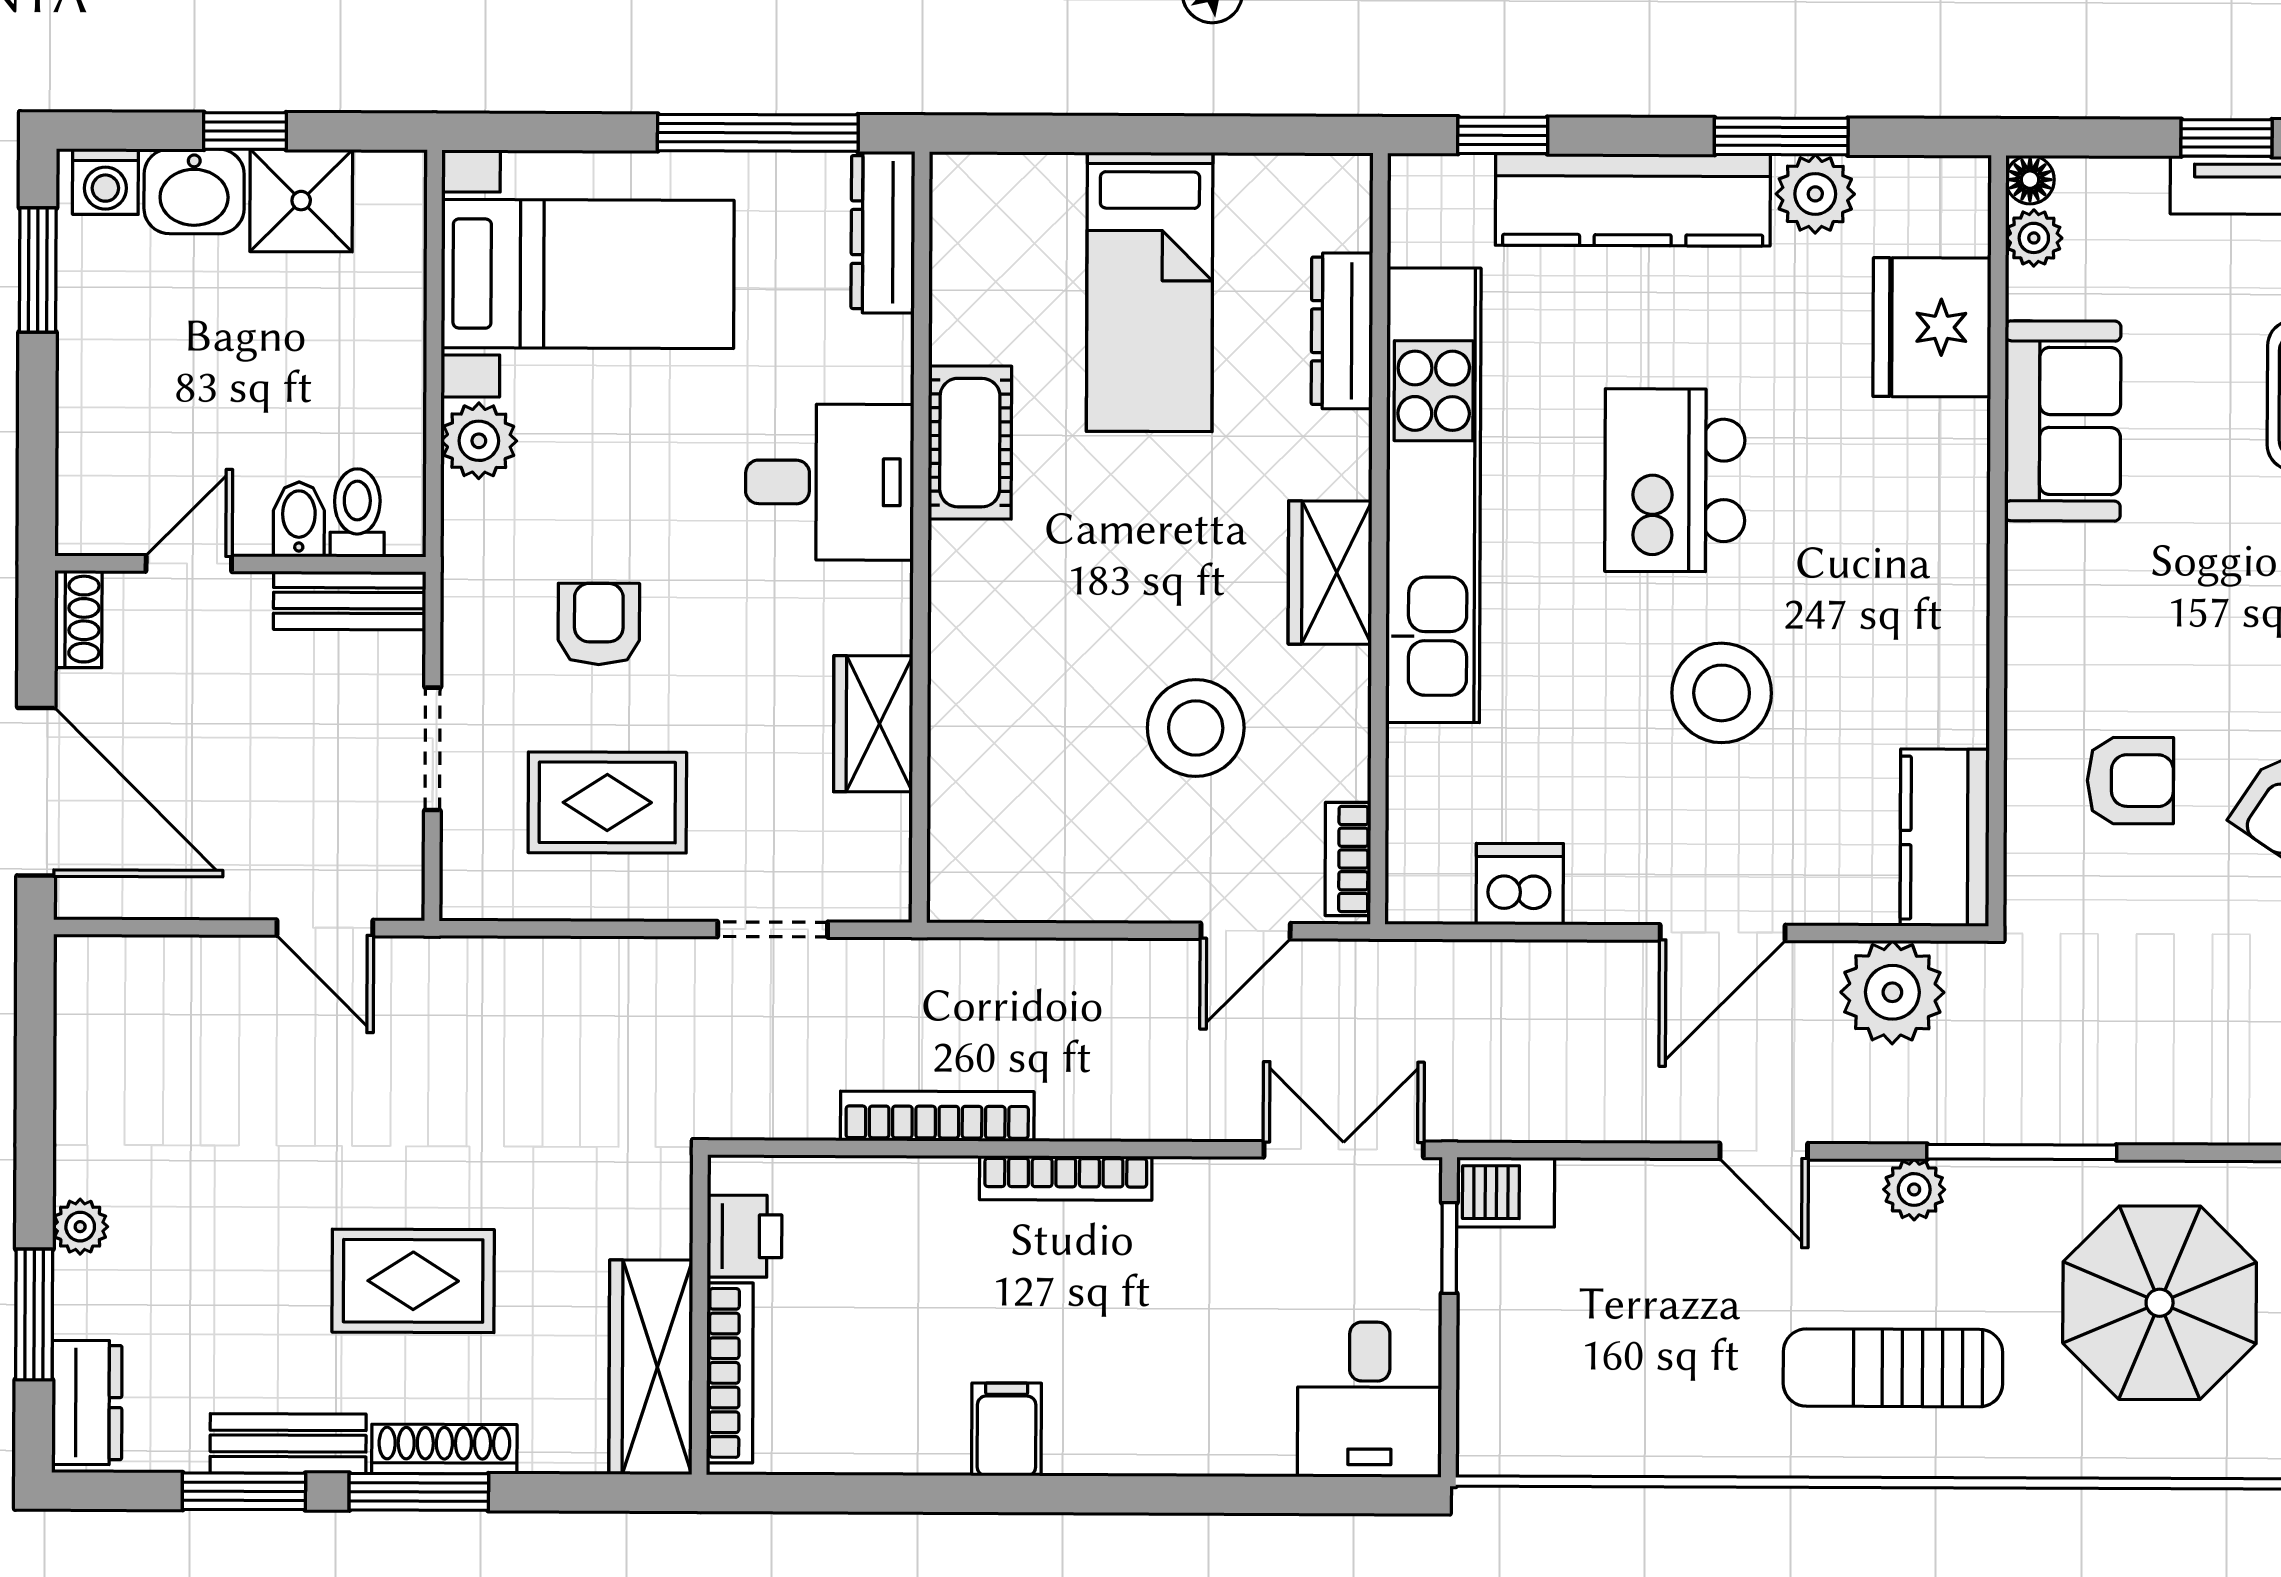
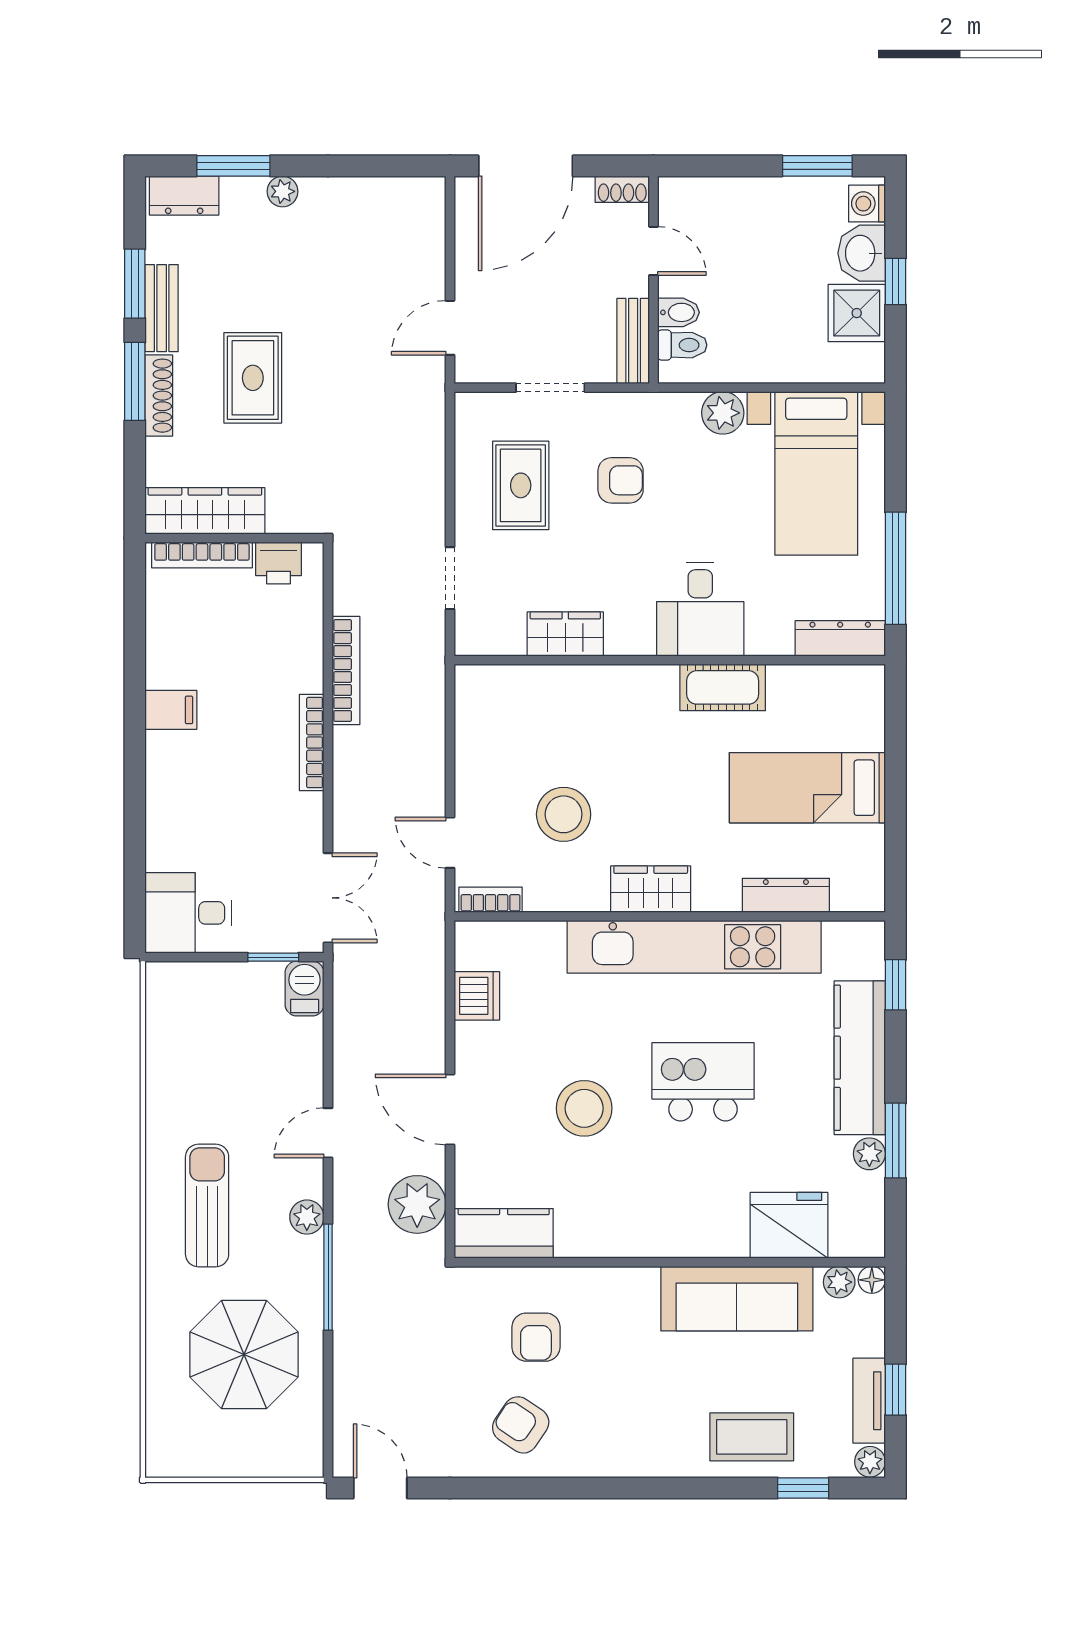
plant: (1815, 194) -> (869, 1154), width x0.73, depth x0.73
sofa: (2063, 421) -> (737, 1299), width x1.36

